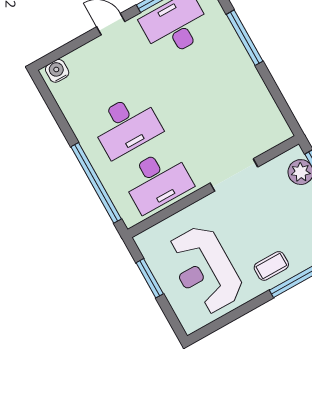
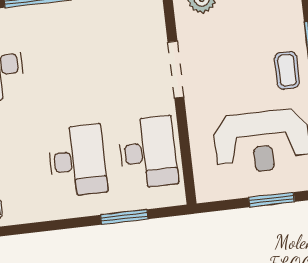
window: (96, 183) -> (124, 217), width x0.47
window: (150, 278) -> (272, 200), moved

